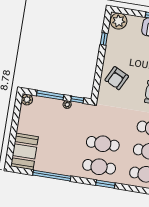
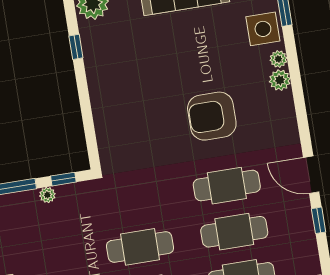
armchair: (117, 78) -> (125, 113), removed

